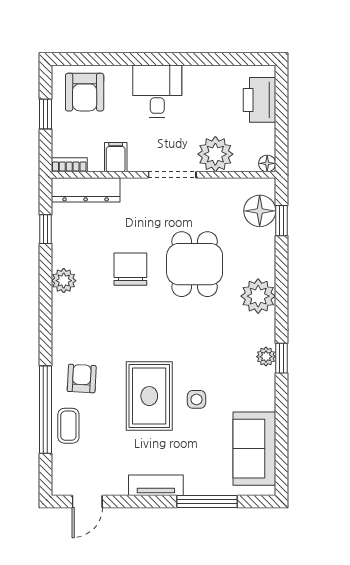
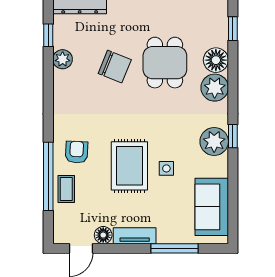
floor lamp: (260, 211) -> (216, 60), moved
chair: (130, 269) -> (115, 67), turned 112
plant: (64, 281) -> (63, 59), moved
plant: (266, 357) -> (214, 141), width x1.87, depth x1.87
floor lamp: (116, 485) -> (103, 235), added

